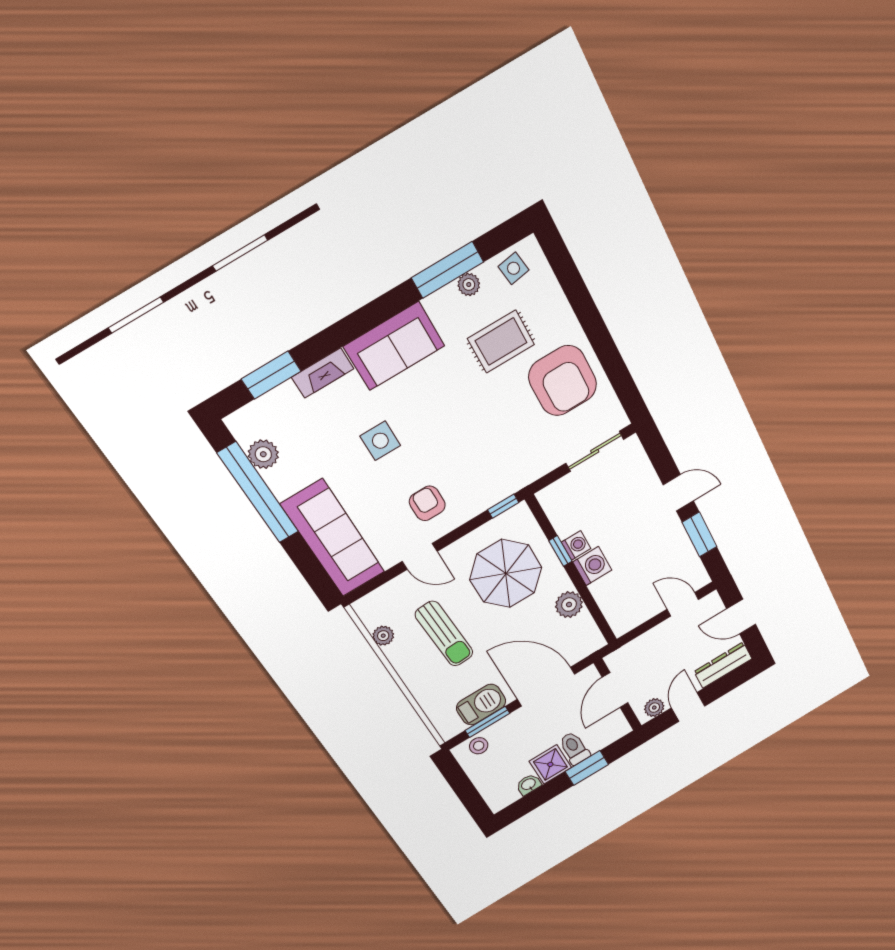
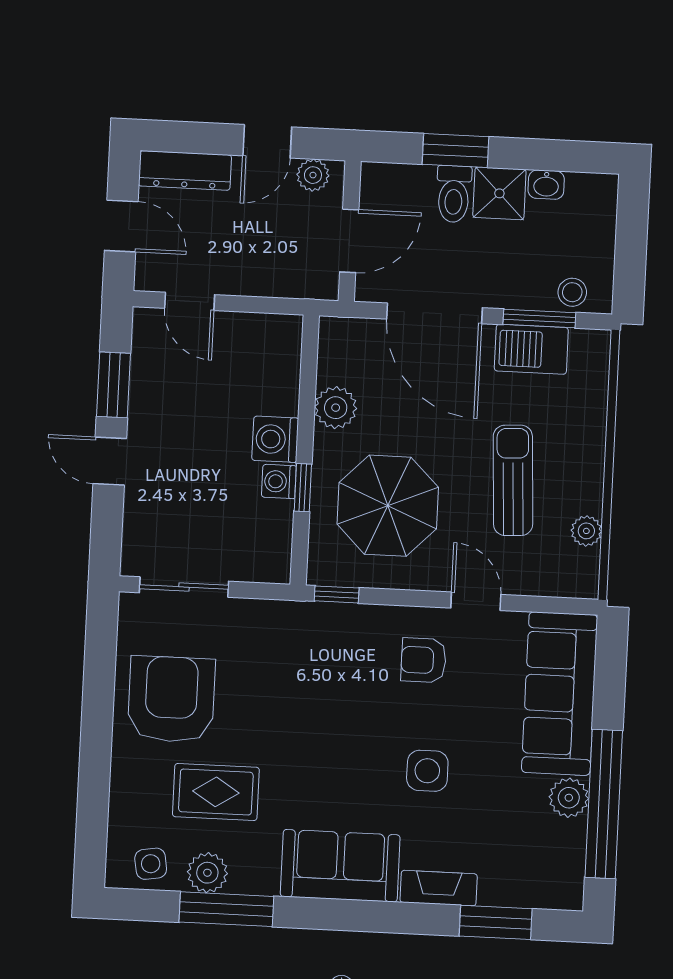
plant: (469, 285) -> (207, 873), width x1.38, depth x1.38
plant: (263, 454) -> (569, 798), moved
armchair: (427, 503) -> (424, 660), turned 90

